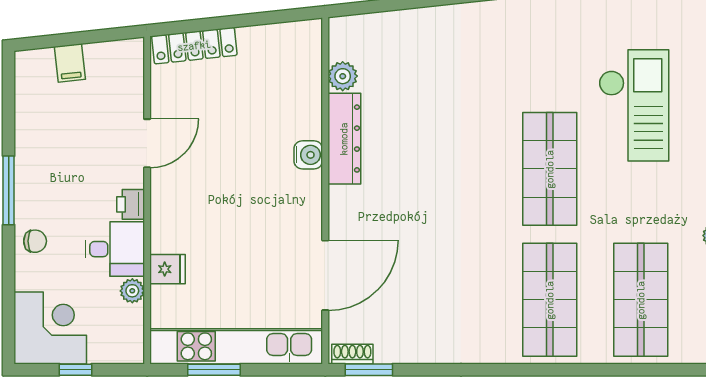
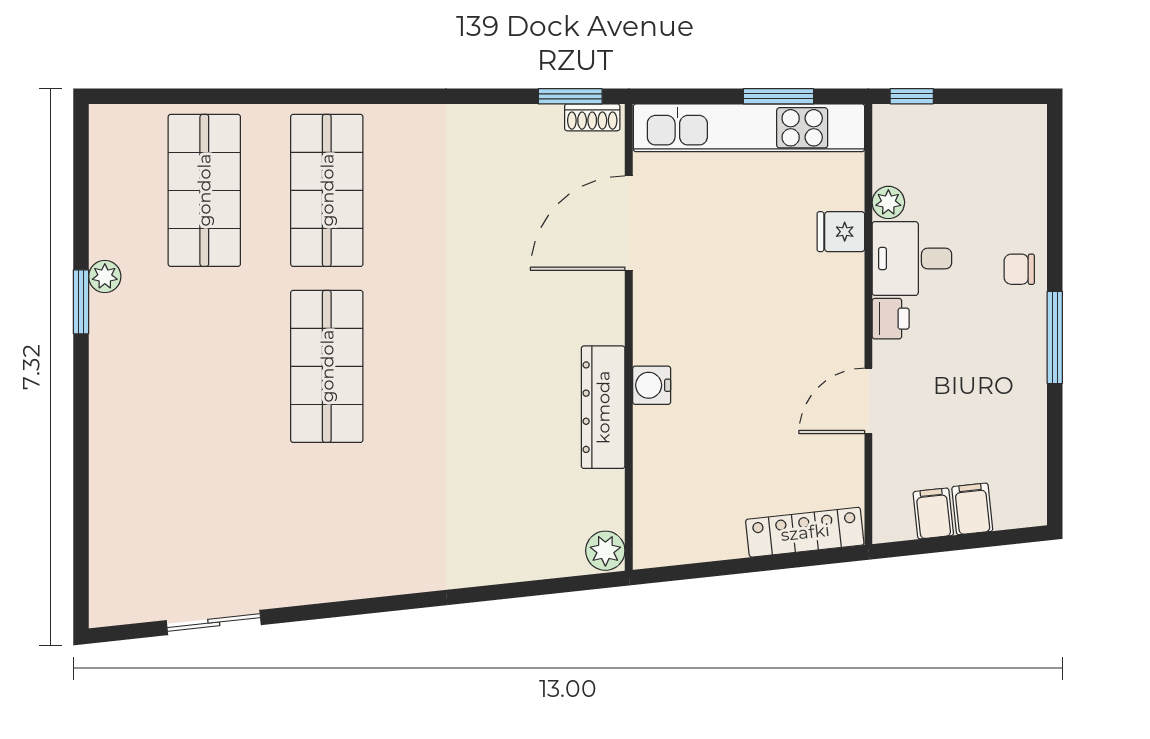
filing cabinet: (99, 60) -> (933, 513), added
plant: (343, 76) -> (605, 551), moved
checkout: (634, 105) -> (214, 452), removed
corner desk: (50, 328) -> (999, 152), removed
window: (75, 370) -> (912, 96), moved

